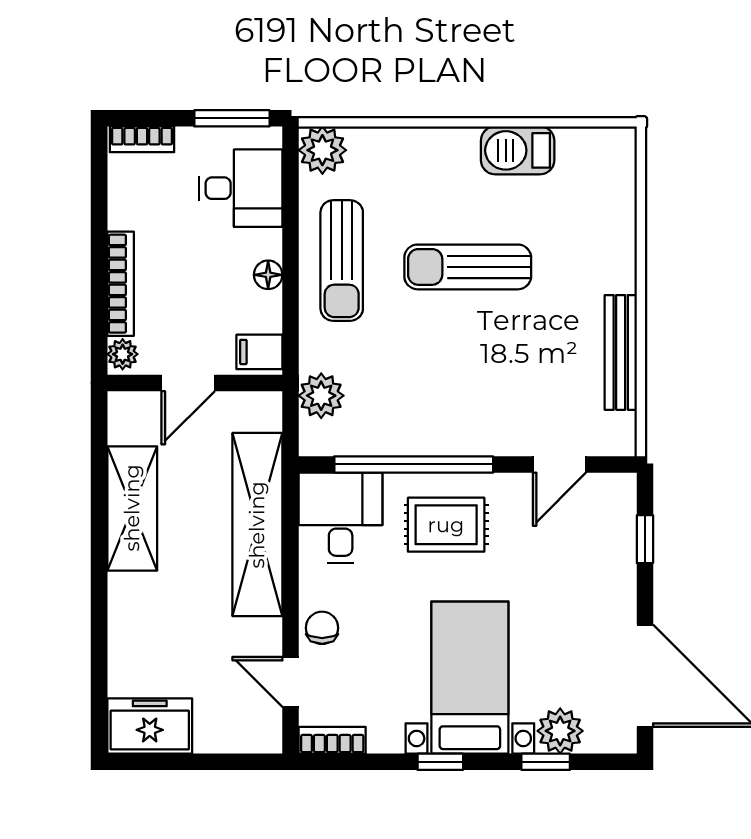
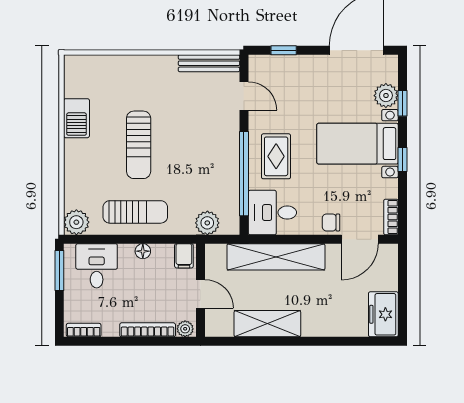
bookcase: (142, 139) -> (84, 330), moved, turned -90
bench: (621, 352) -> (209, 63), moved
door: (291, 682) -> (360, 239), width x1.38

